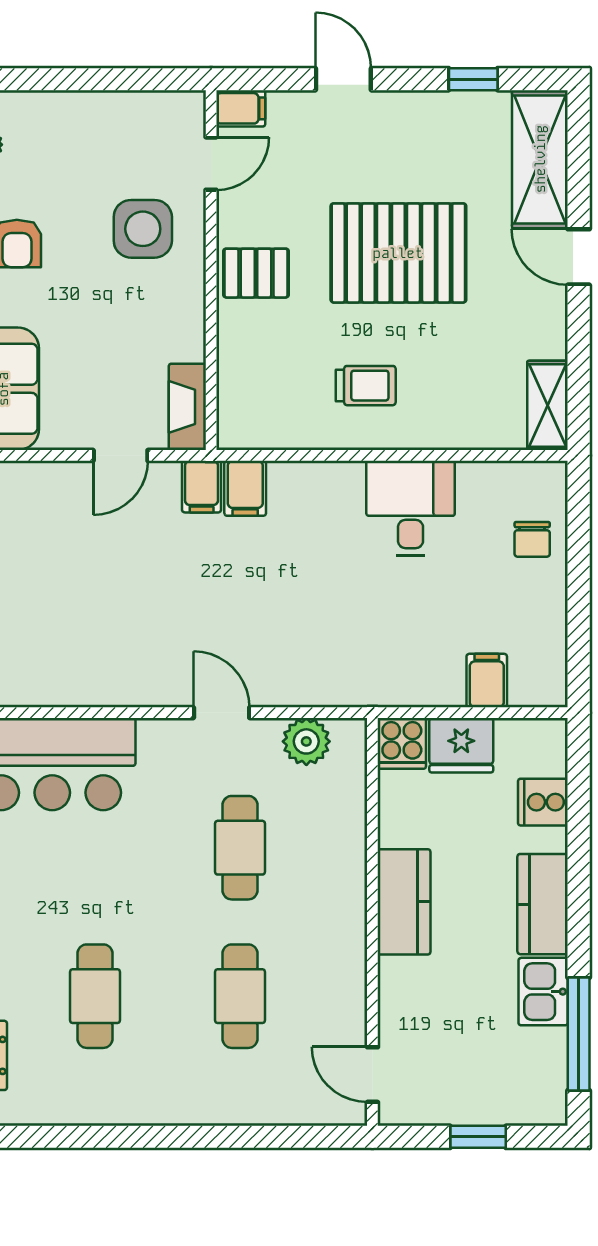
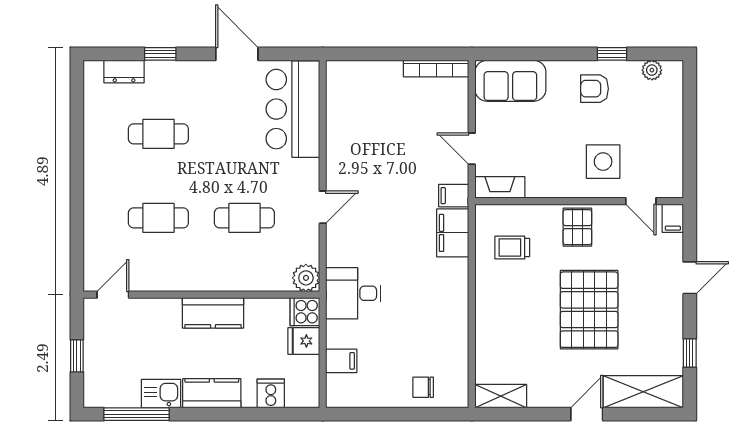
trolley: (366, 386) -> (512, 247), moved, turned 90
filing cabinet: (245, 488) -> (453, 233), width x2.00
desk: (411, 508) -> (353, 293), moved, turned 180
plant: (306, 741) -> (306, 278), moved
fridge: (461, 745) -> (304, 341), width x0.72

